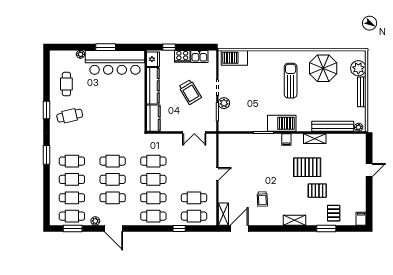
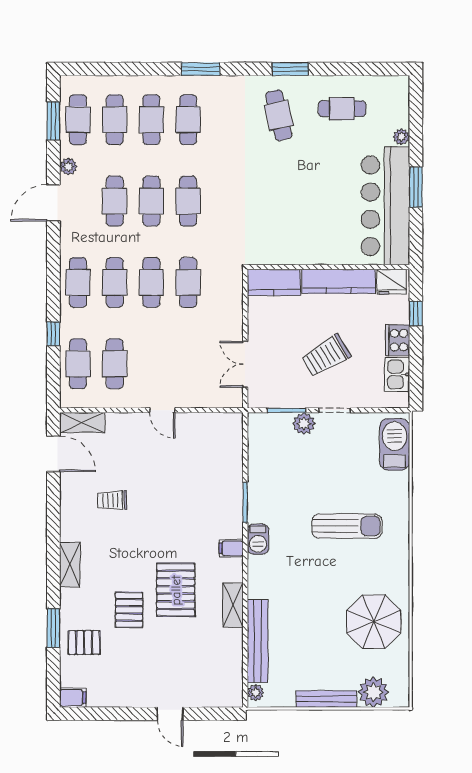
sun lounger: (291, 81) -> (347, 526), moved
barbecue: (282, 123) -> (258, 539), width x0.53, depth x0.65

